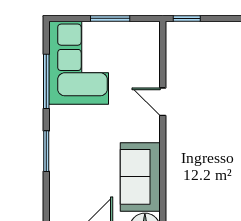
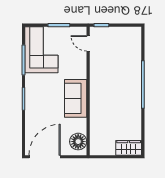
door: (163, 102) -> (88, 43), moved
sofa: (140, 177) -> (76, 98), moved

